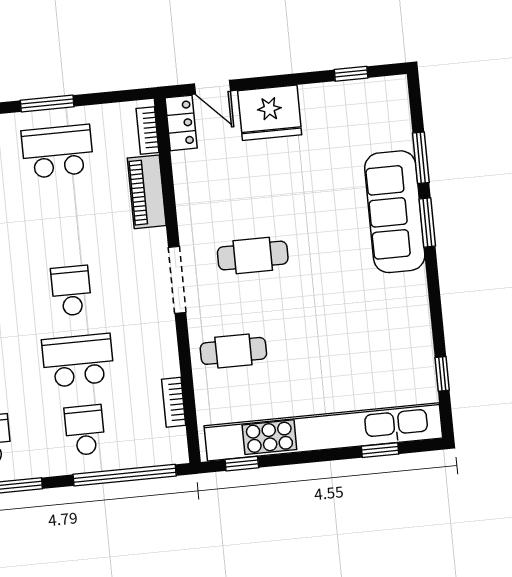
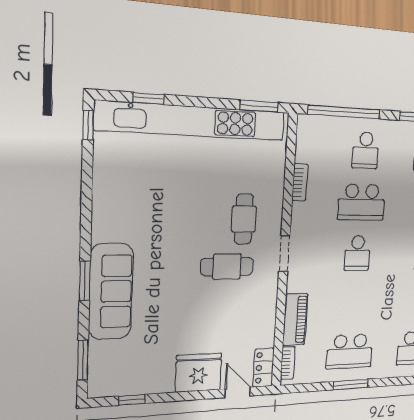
window: (421, 158) -> (83, 360), moved
doorway: (177, 280) -> (284, 254), width x0.73
cafe table: (233, 351) -> (244, 219), moved, turned 90
window: (442, 374) -> (88, 125), moved
bookcase: (174, 402) -> (300, 182), moved
window: (242, 464) -> (259, 106), width x1.50

